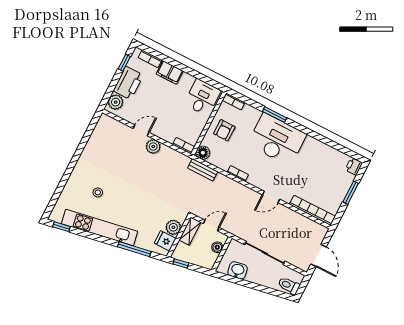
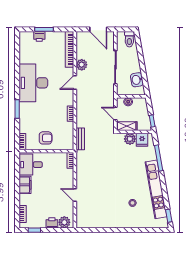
filing cabinet: (170, 72) -> (25, 185), moved
printer: (128, 83) -> (52, 223), width x0.53, depth x0.68
desk: (277, 139) -> (33, 83), moved
plant: (153, 147) -> (82, 65), moved
floor lamp: (203, 153) -> (68, 145), removed
printer: (354, 166) -> (39, 36), moved
door: (271, 197) -> (75, 82), swing flipped
door: (319, 255) -> (98, 29), swing flipped

